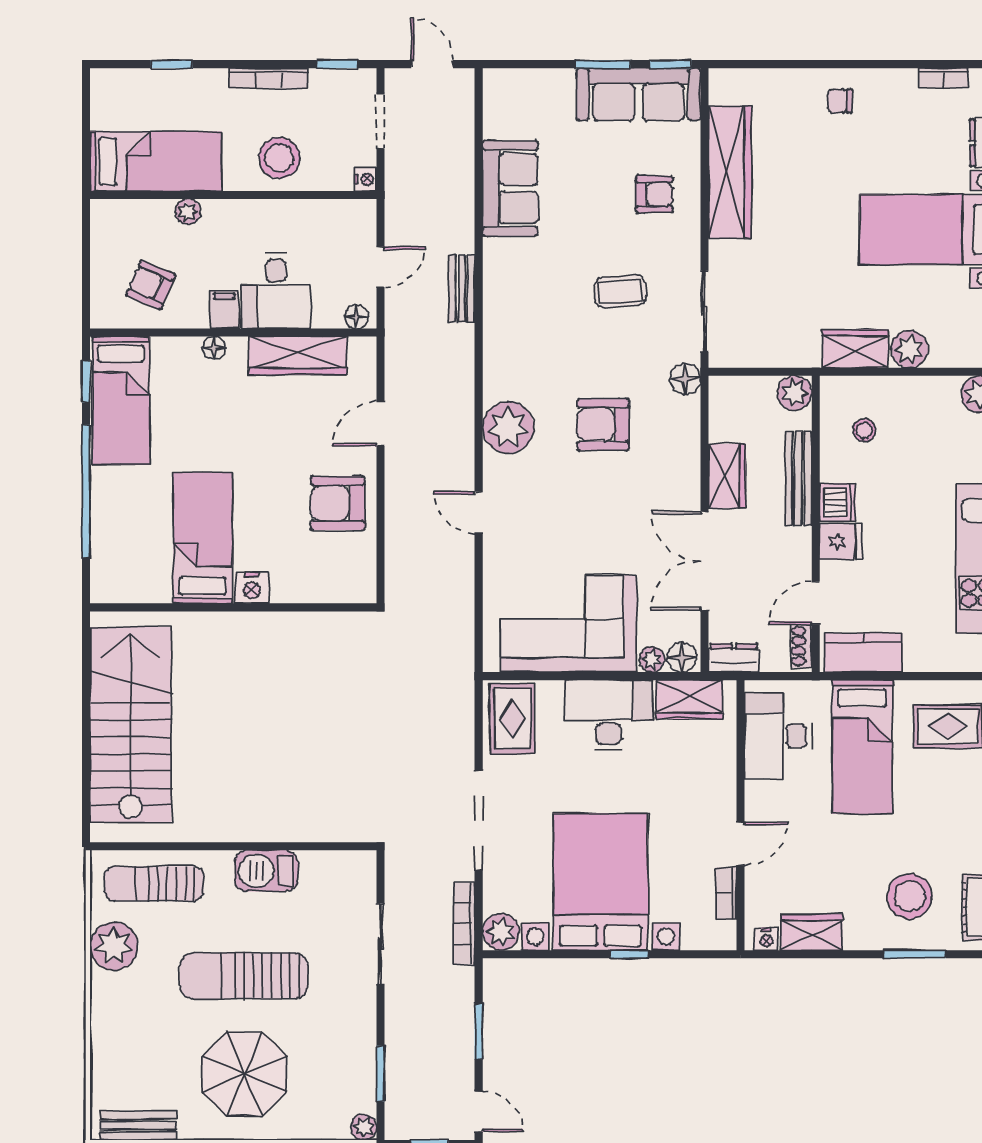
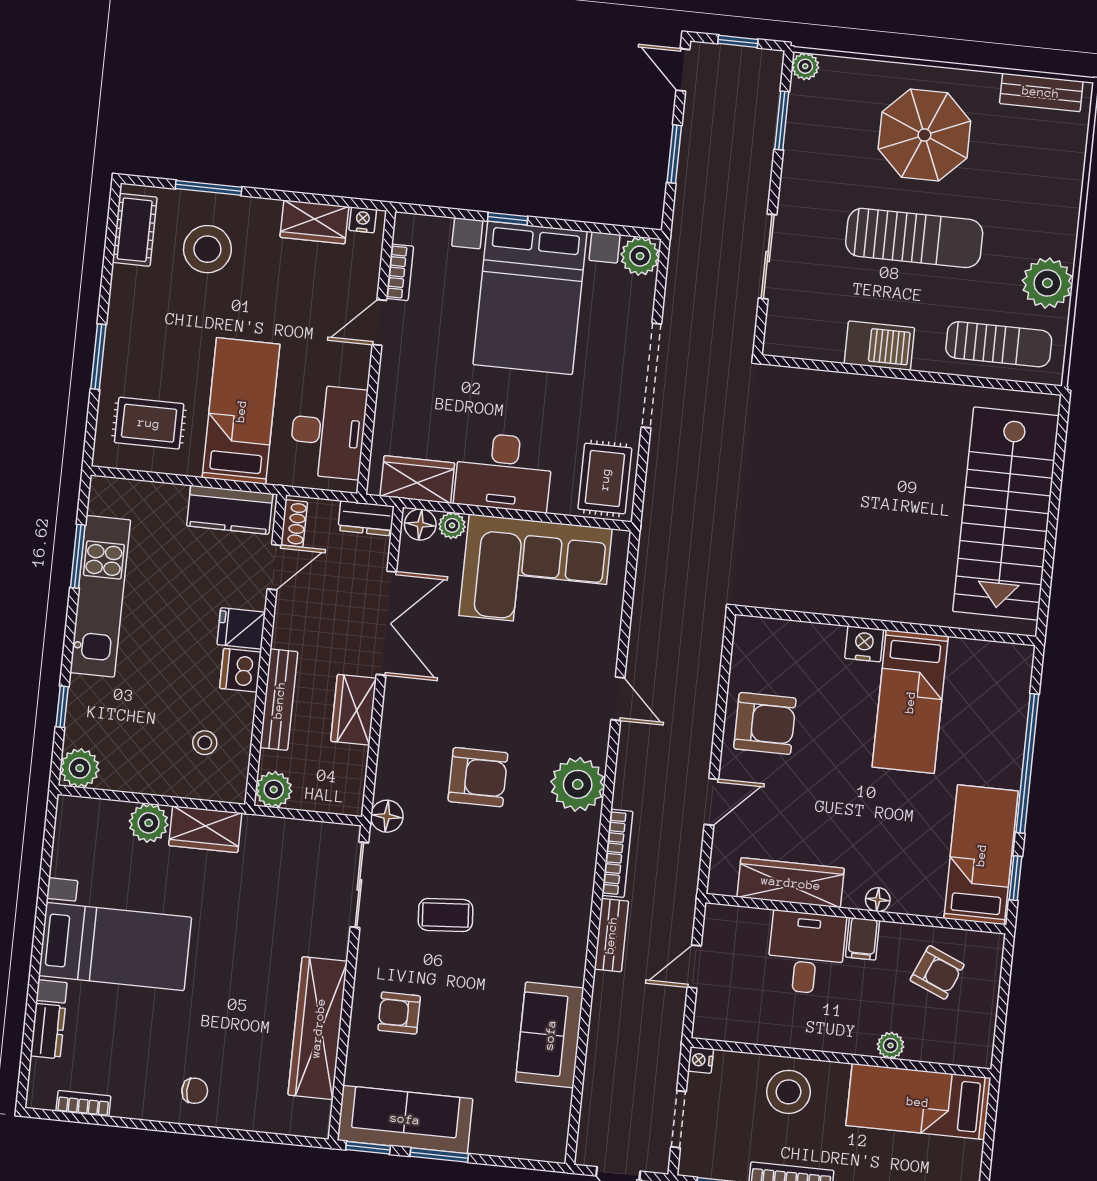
floor lamp: (357, 317) -> (725, 917), removed
bookcase: (464, 924) -> (617, 853), moved

